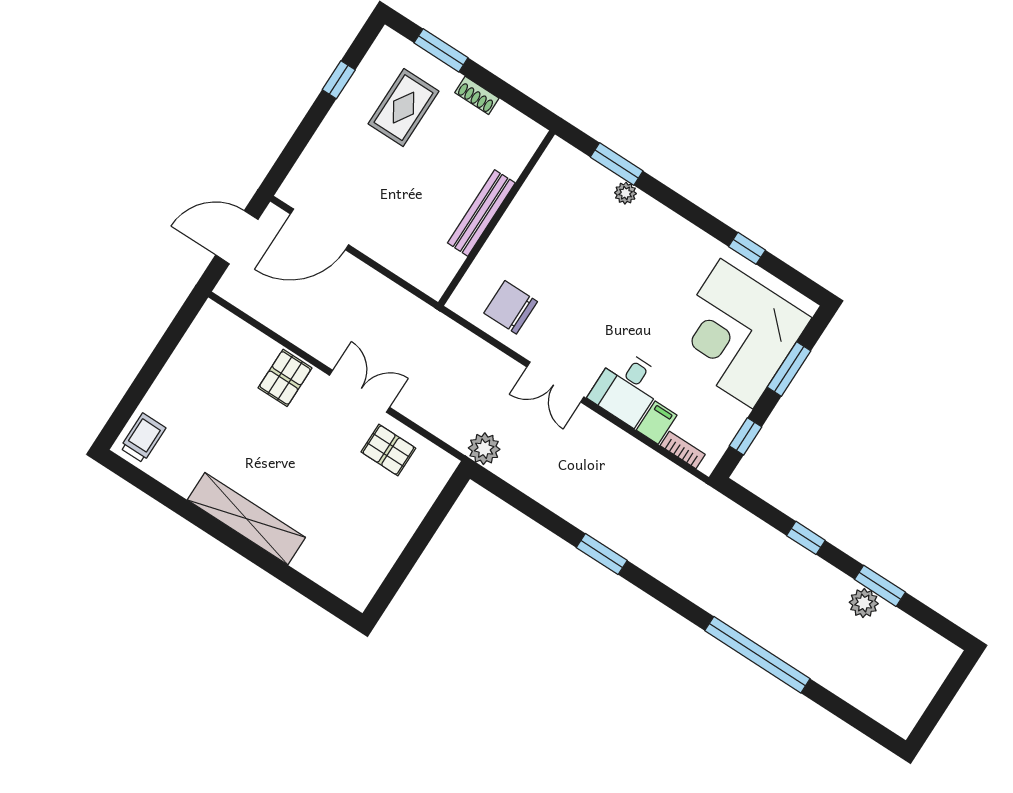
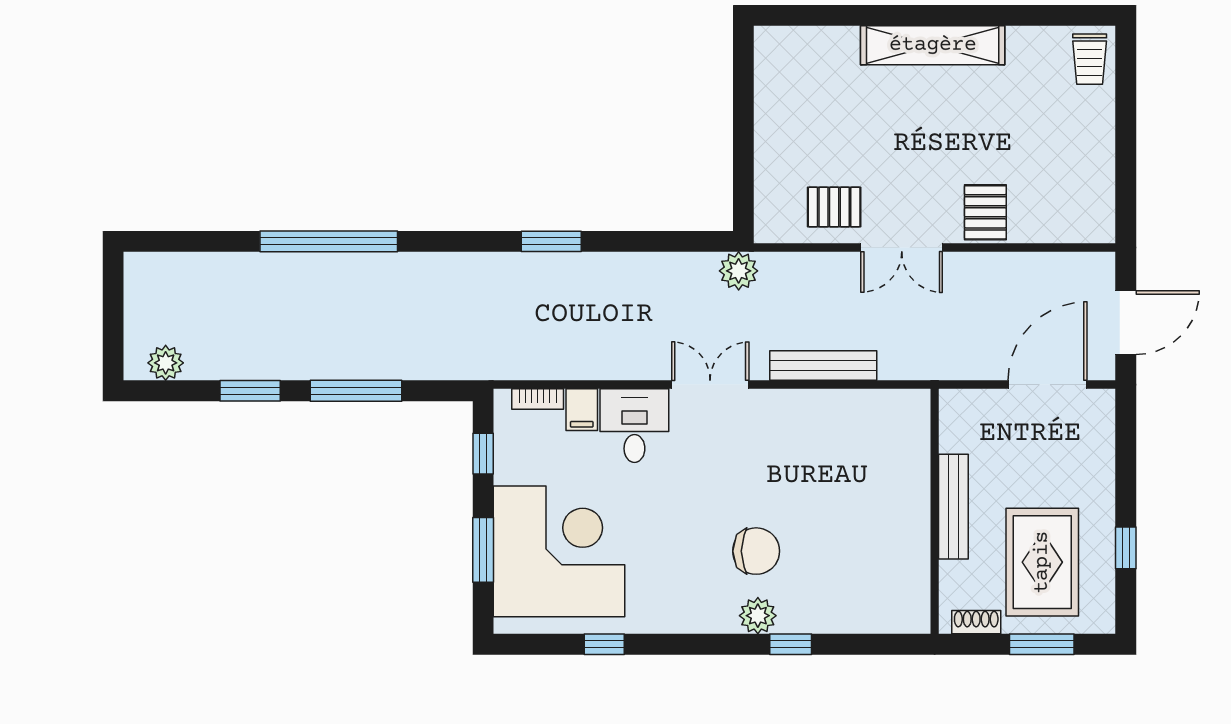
rug: (403, 108) -> (1042, 562), width x1.36, depth x1.43
window: (617, 164) -> (791, 644), width x0.67
plant: (625, 193) -> (758, 616), width x1.38, depth x1.38
bench: (481, 213) -> (953, 507), moved
wall: (497, 218) -> (935, 511), moved
chair: (511, 307) -> (756, 551), moved
bench: (468, 344) -> (823, 366), added
window: (806, 538) -> (356, 391), width x2.17
plant: (864, 603) -> (166, 363), moved

